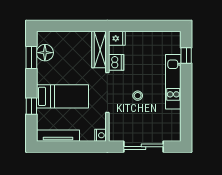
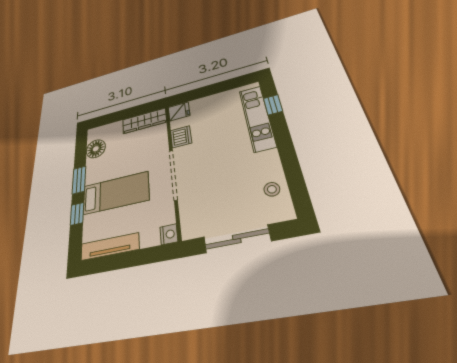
wardrobe: (99, 50) -> (144, 121), moved, turned -90
window: (31, 57) -> (79, 180), moved
kitchen unit: (173, 82) -> (257, 118), moved
stool: (138, 96) -> (272, 189), moved

